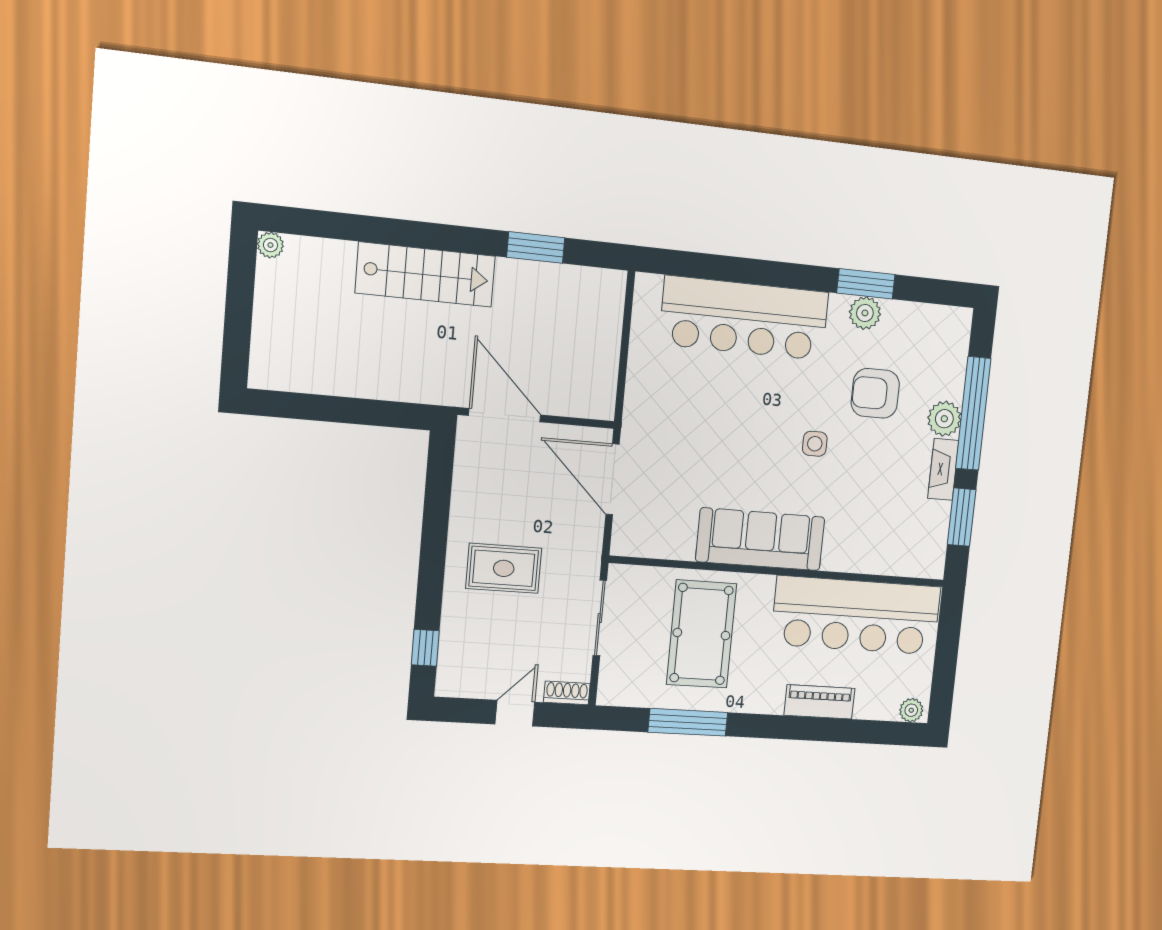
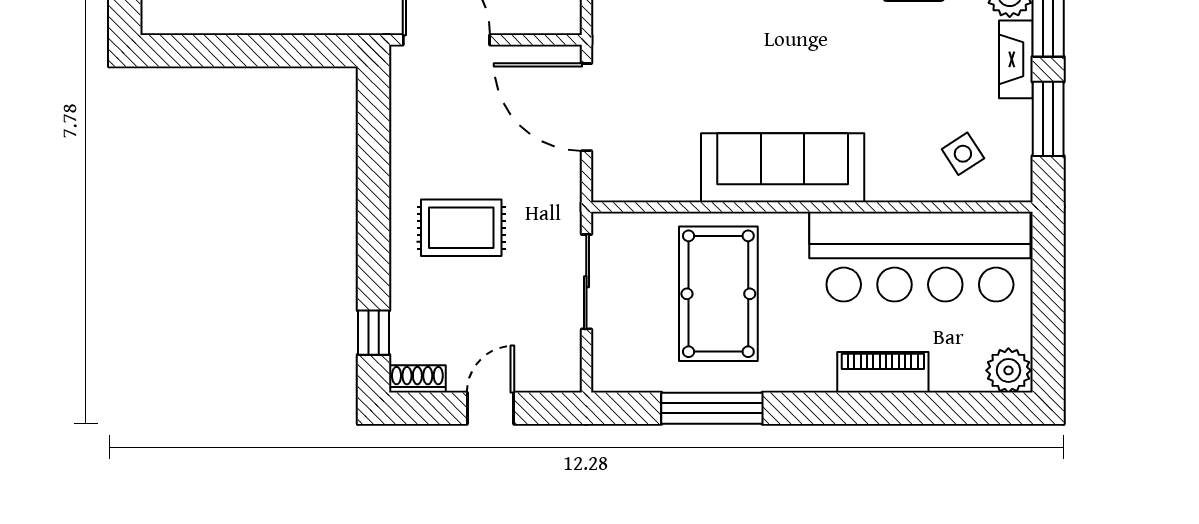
side table: (815, 444) -> (963, 154), moved, turned -33
shoe rack: (567, 693) -> (417, 379), moved
plant: (911, 710) -> (1008, 370), width x1.38, depth x1.38

